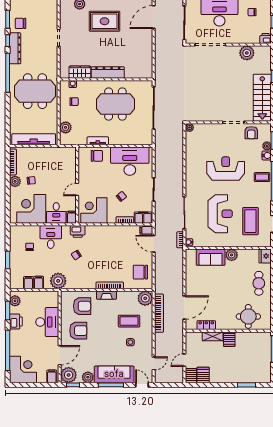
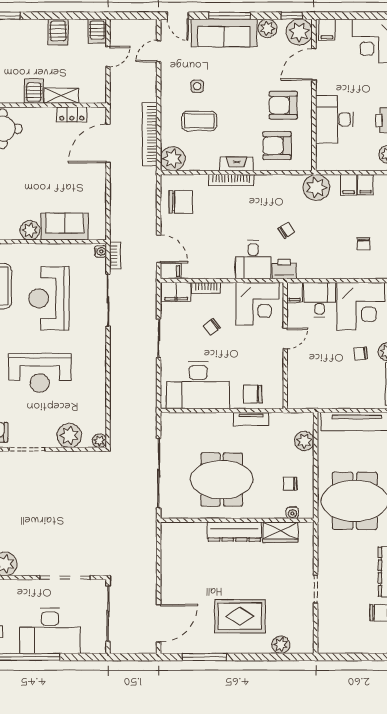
plant: (208, 131) -> (69, 436), added
desk: (51, 237) -> (253, 260), moved
server rack: (203, 375) -> (58, 32), moved

